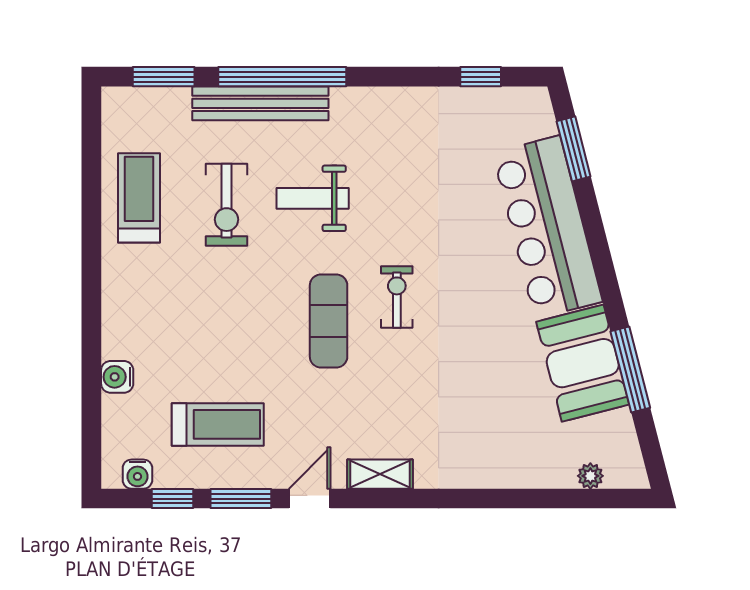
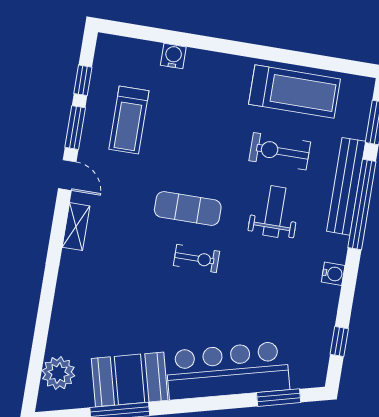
treadmill: (139, 198) -> (295, 92), width x1.37, depth x1.38
water cooler: (137, 474) -> (333, 274), moved, turned 180
plant: (590, 476) -> (58, 373), width x1.88, depth x1.88

